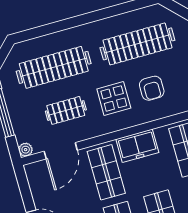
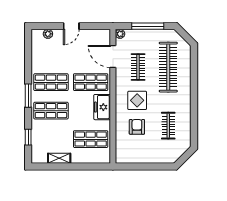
clothes rail: (137, 44) -> (168, 126), width x0.54, depth x0.76
armchair: (152, 88) -> (137, 127), turned 90

